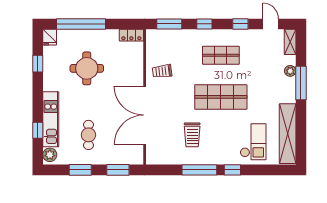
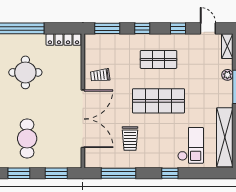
locker: (131, 35) -> (63, 40), width x1.53
double door: (145, 115) -> (83, 119), swing flipped
cafe table: (88, 135) -> (27, 139), width x1.37, depth x1.35
window: (199, 170) -> (119, 173), moved

